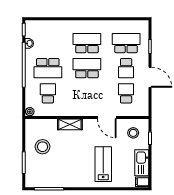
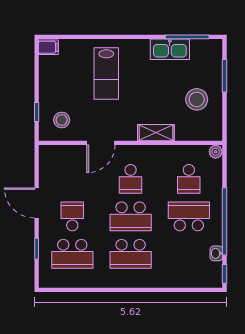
school desk: (126, 93) -> (131, 179), moved
door: (107, 118) -> (101, 143), swing flipped
kitchen sink: (142, 163) -> (170, 49), moved, turned 90

